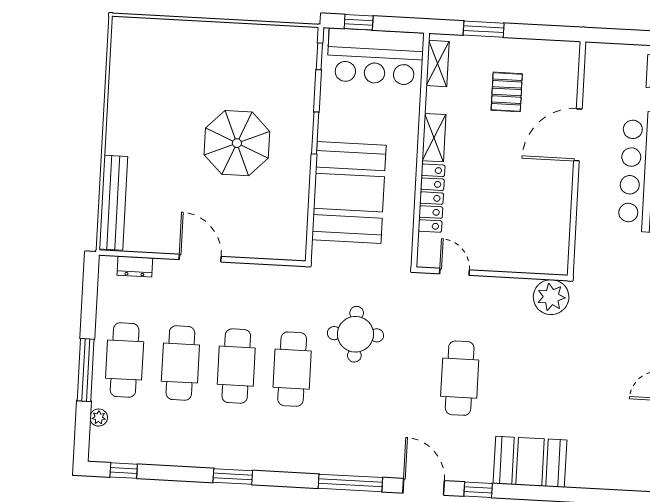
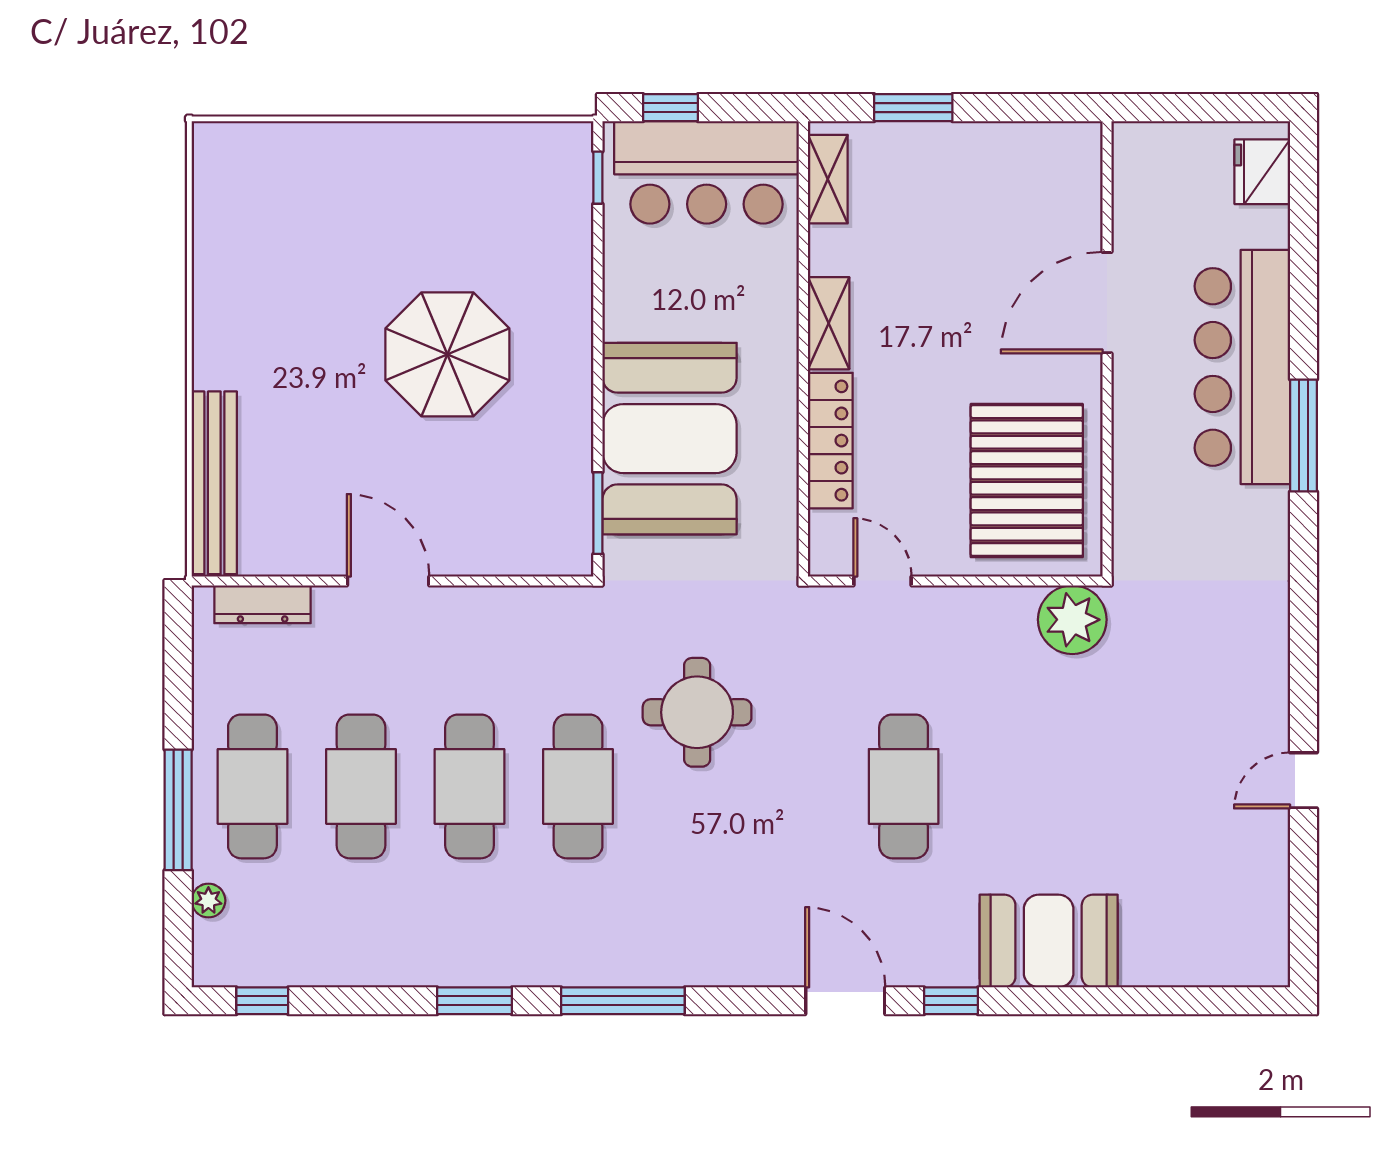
pallet: (507, 92) -> (1027, 481), moved, width x2.05, depth x2.00
window: (315, 133) -> (598, 513), moved
dresser: (135, 267) -> (263, 604), width x1.44
window: (350, 483) -> (623, 1001), moved

